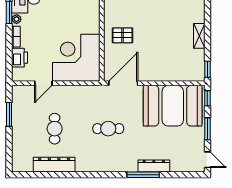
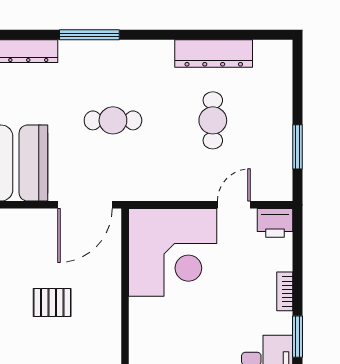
plant: (17, 19) -> (284, 324), removed
pallet: (123, 35) -> (52, 302), moved
printer: (19, 58) -> (275, 223), moved, turned -90
window: (143, 175) -> (89, 35), moved

